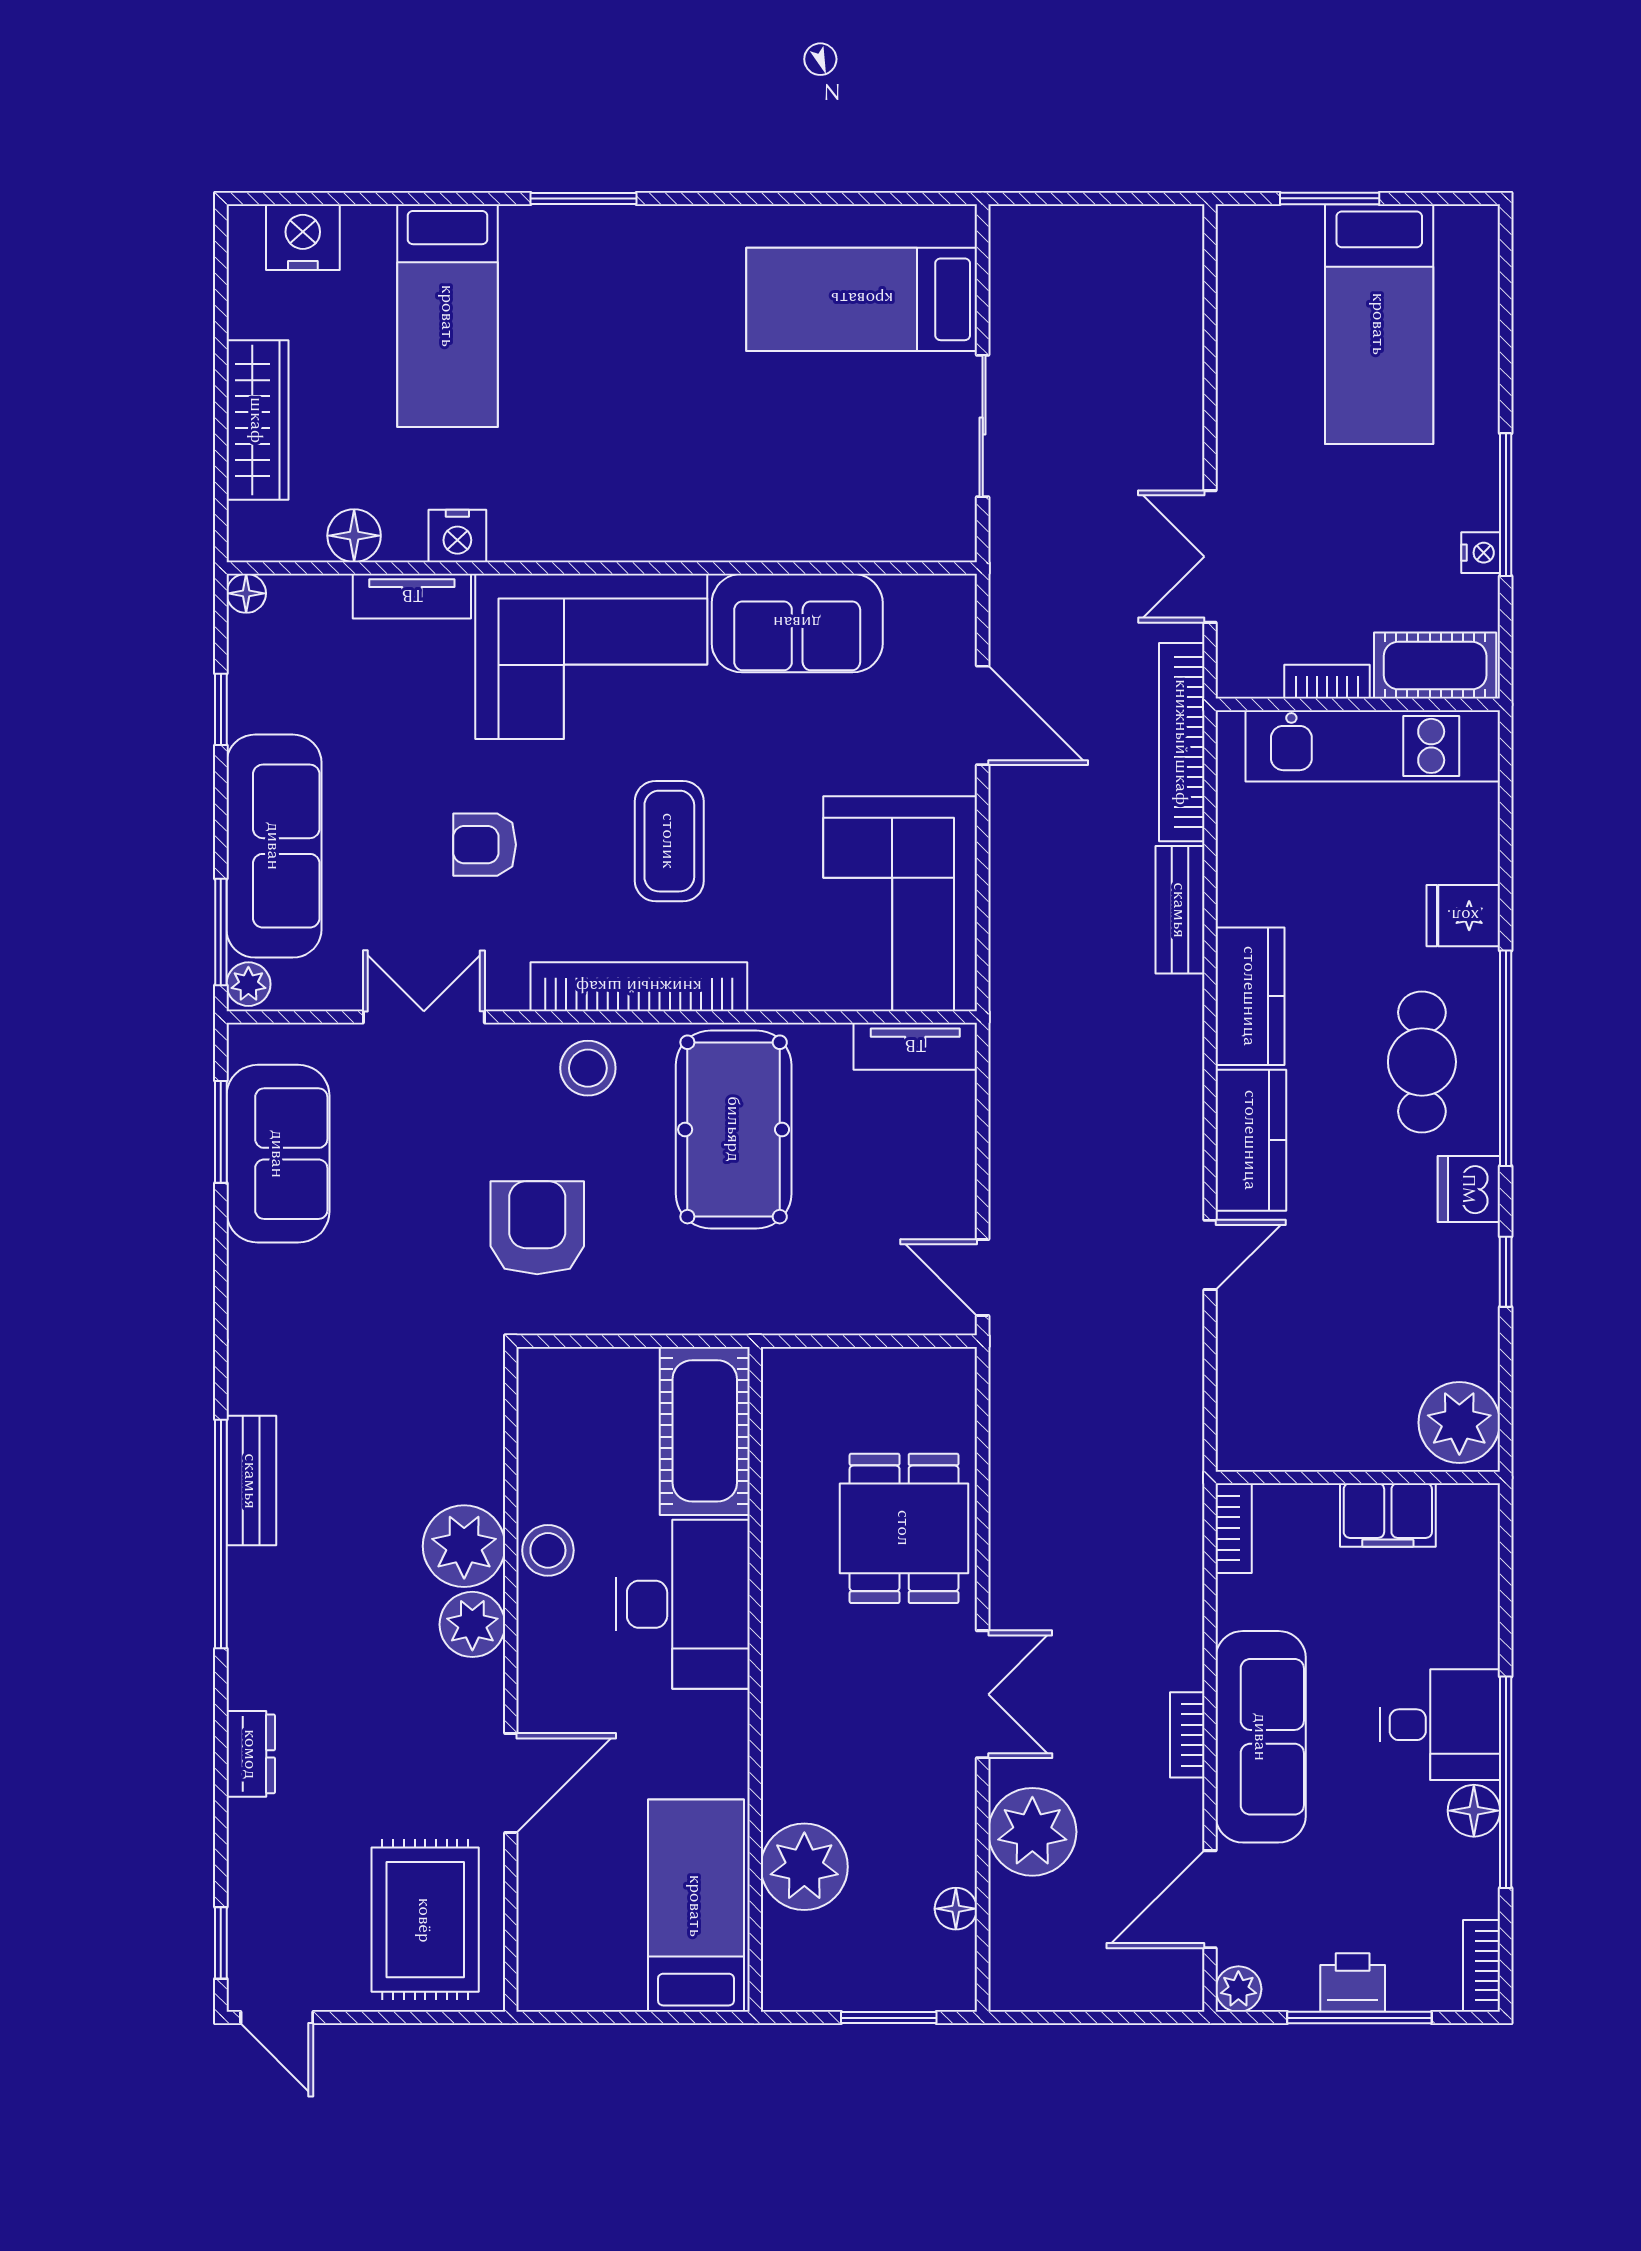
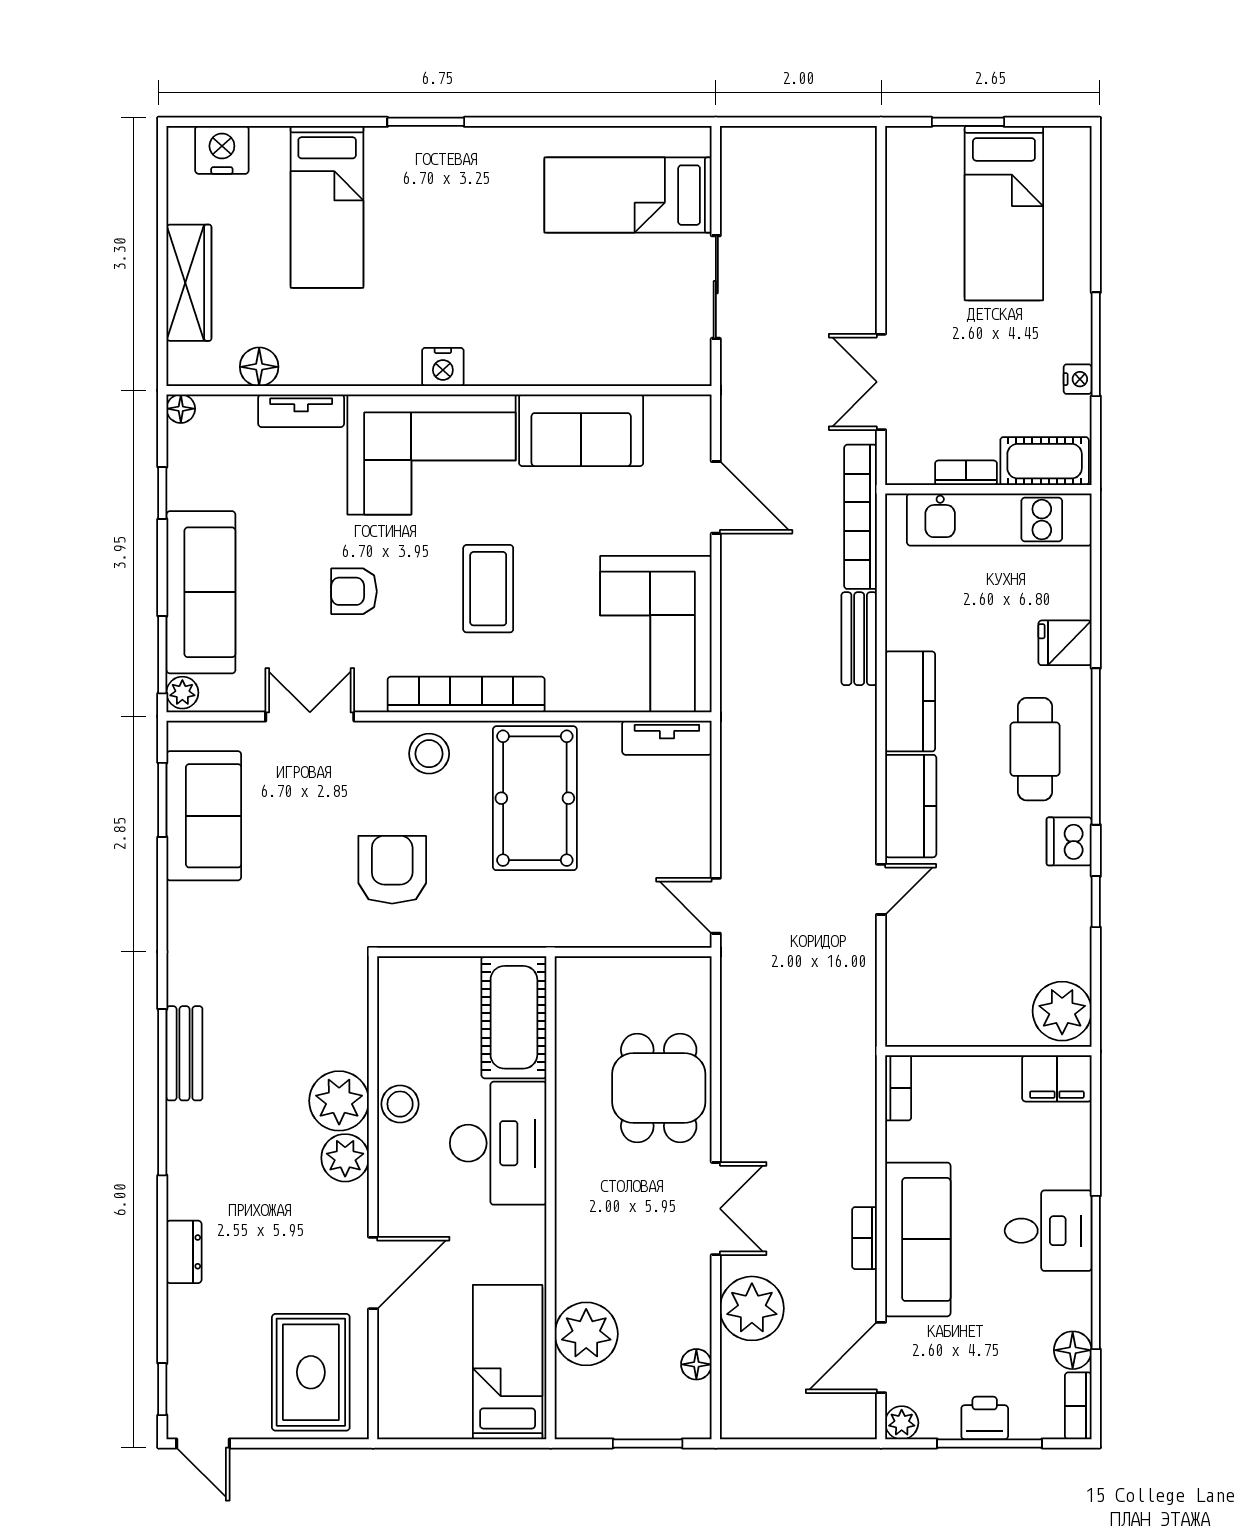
nightstand: (457, 536) -> (443, 367), moved
filing cabinet: (1388, 1515) -> (1057, 1078), moved
floor lamp: (1474, 1811) -> (1073, 1350), moved

